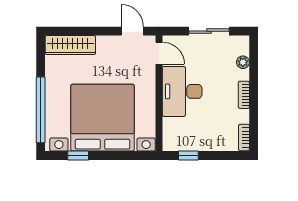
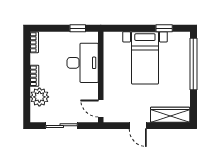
door: (132, 31) -> (138, 126), moved
plant: (243, 62) -> (39, 97), width x1.87, depth x1.87
desk: (182, 91) -> (83, 63), moved
bed with nightstands: (103, 118) -> (145, 58), width x0.54

